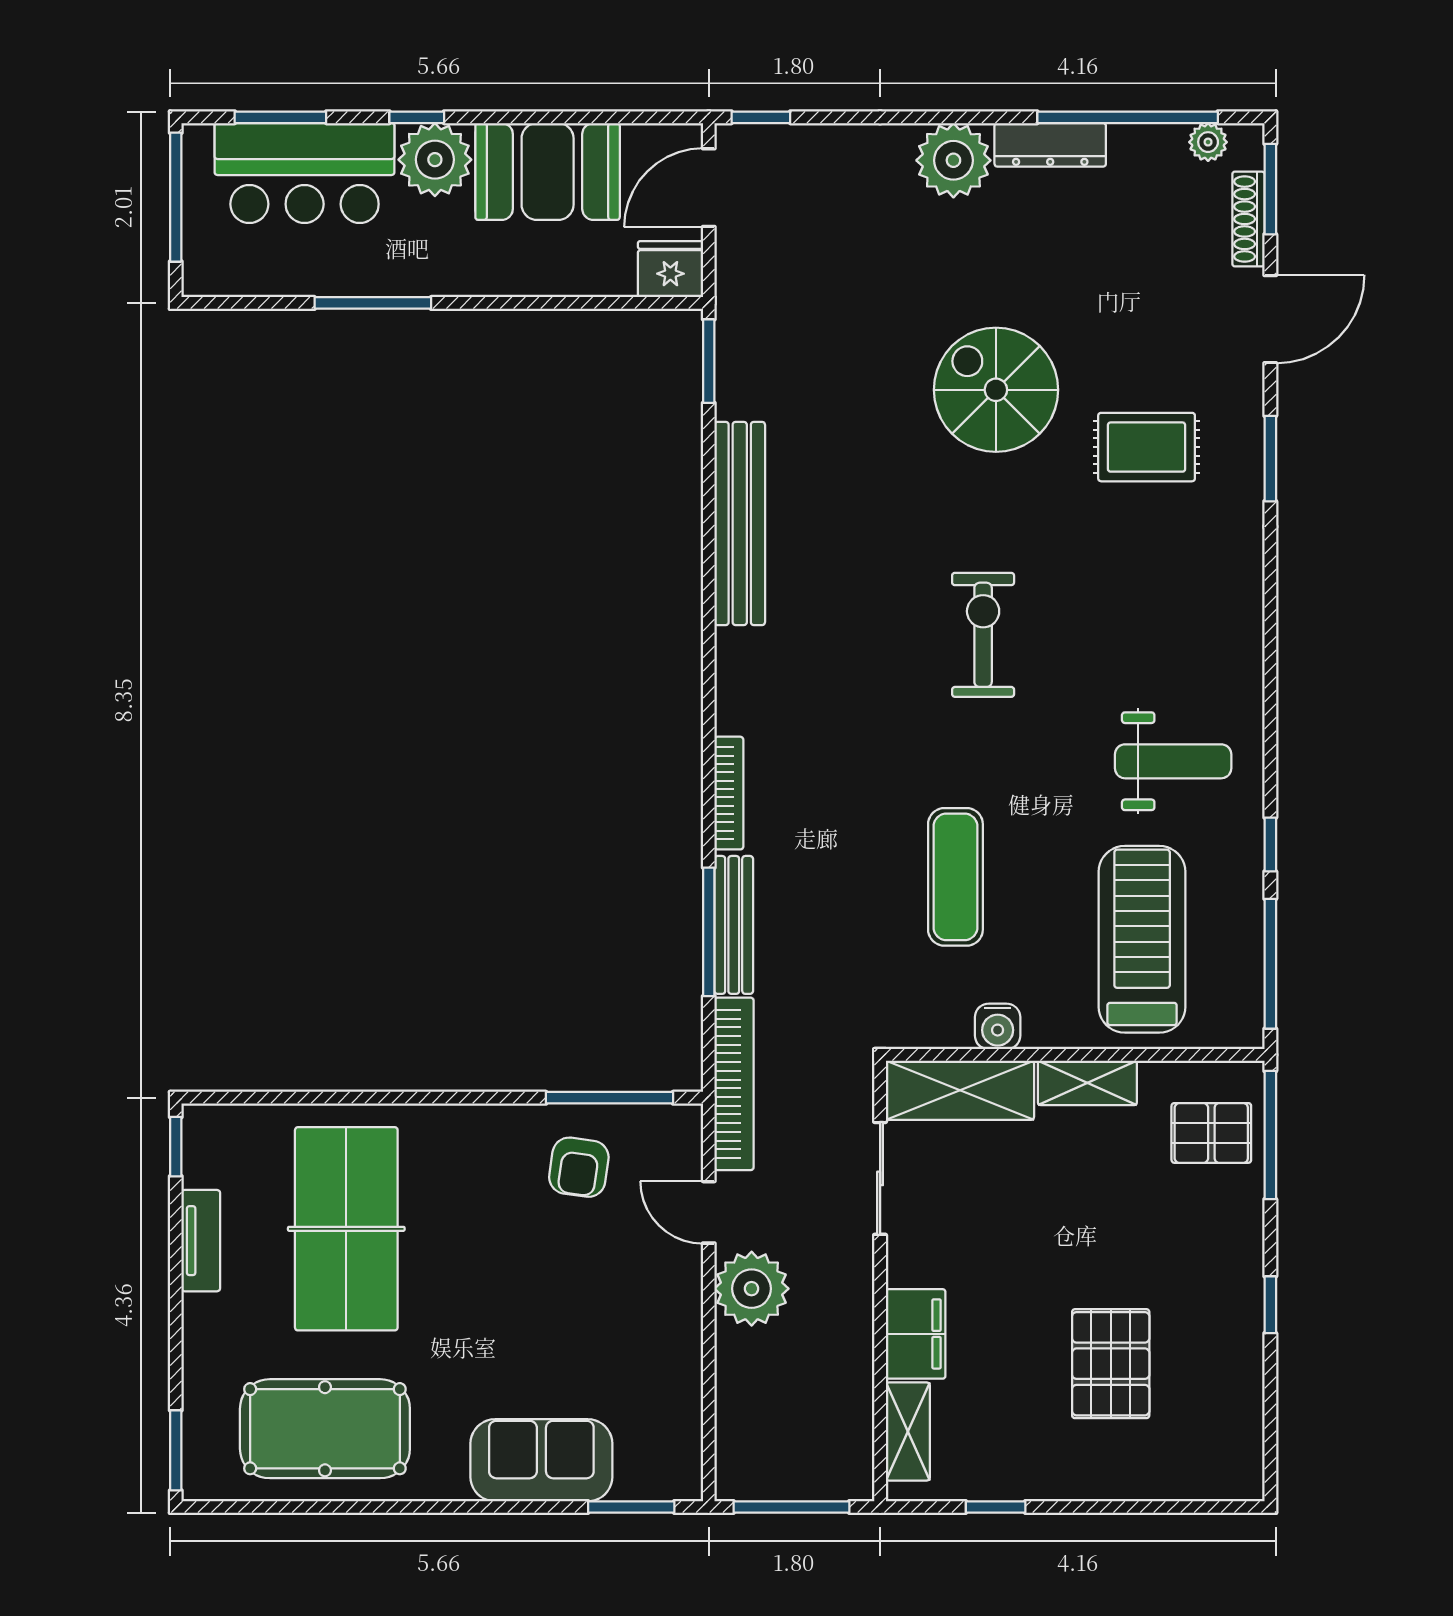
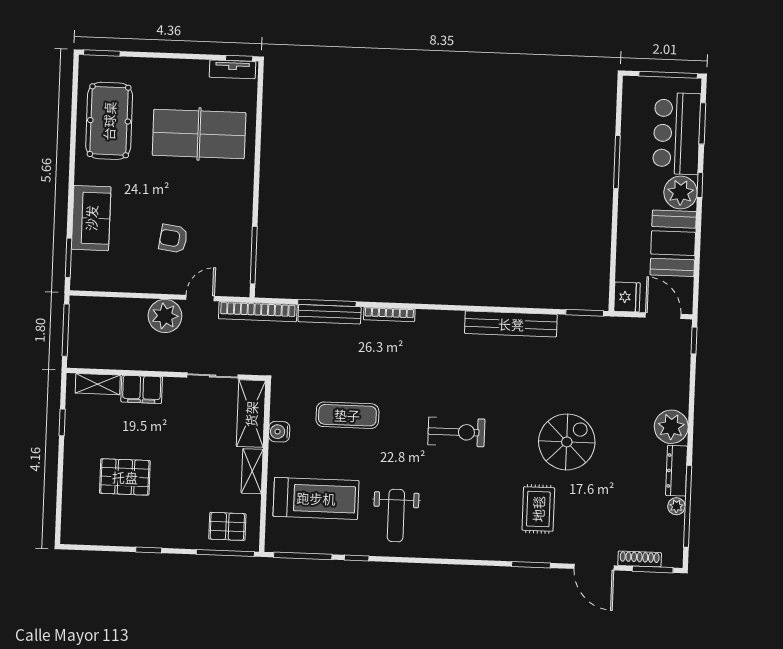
plant: (1208, 142) -> (676, 506), moved
pallet: (1211, 1133) -> (227, 526), turned 90
armchair: (579, 1167) -> (173, 239), moved
tv unit: (201, 1241) -> (232, 69), moved

